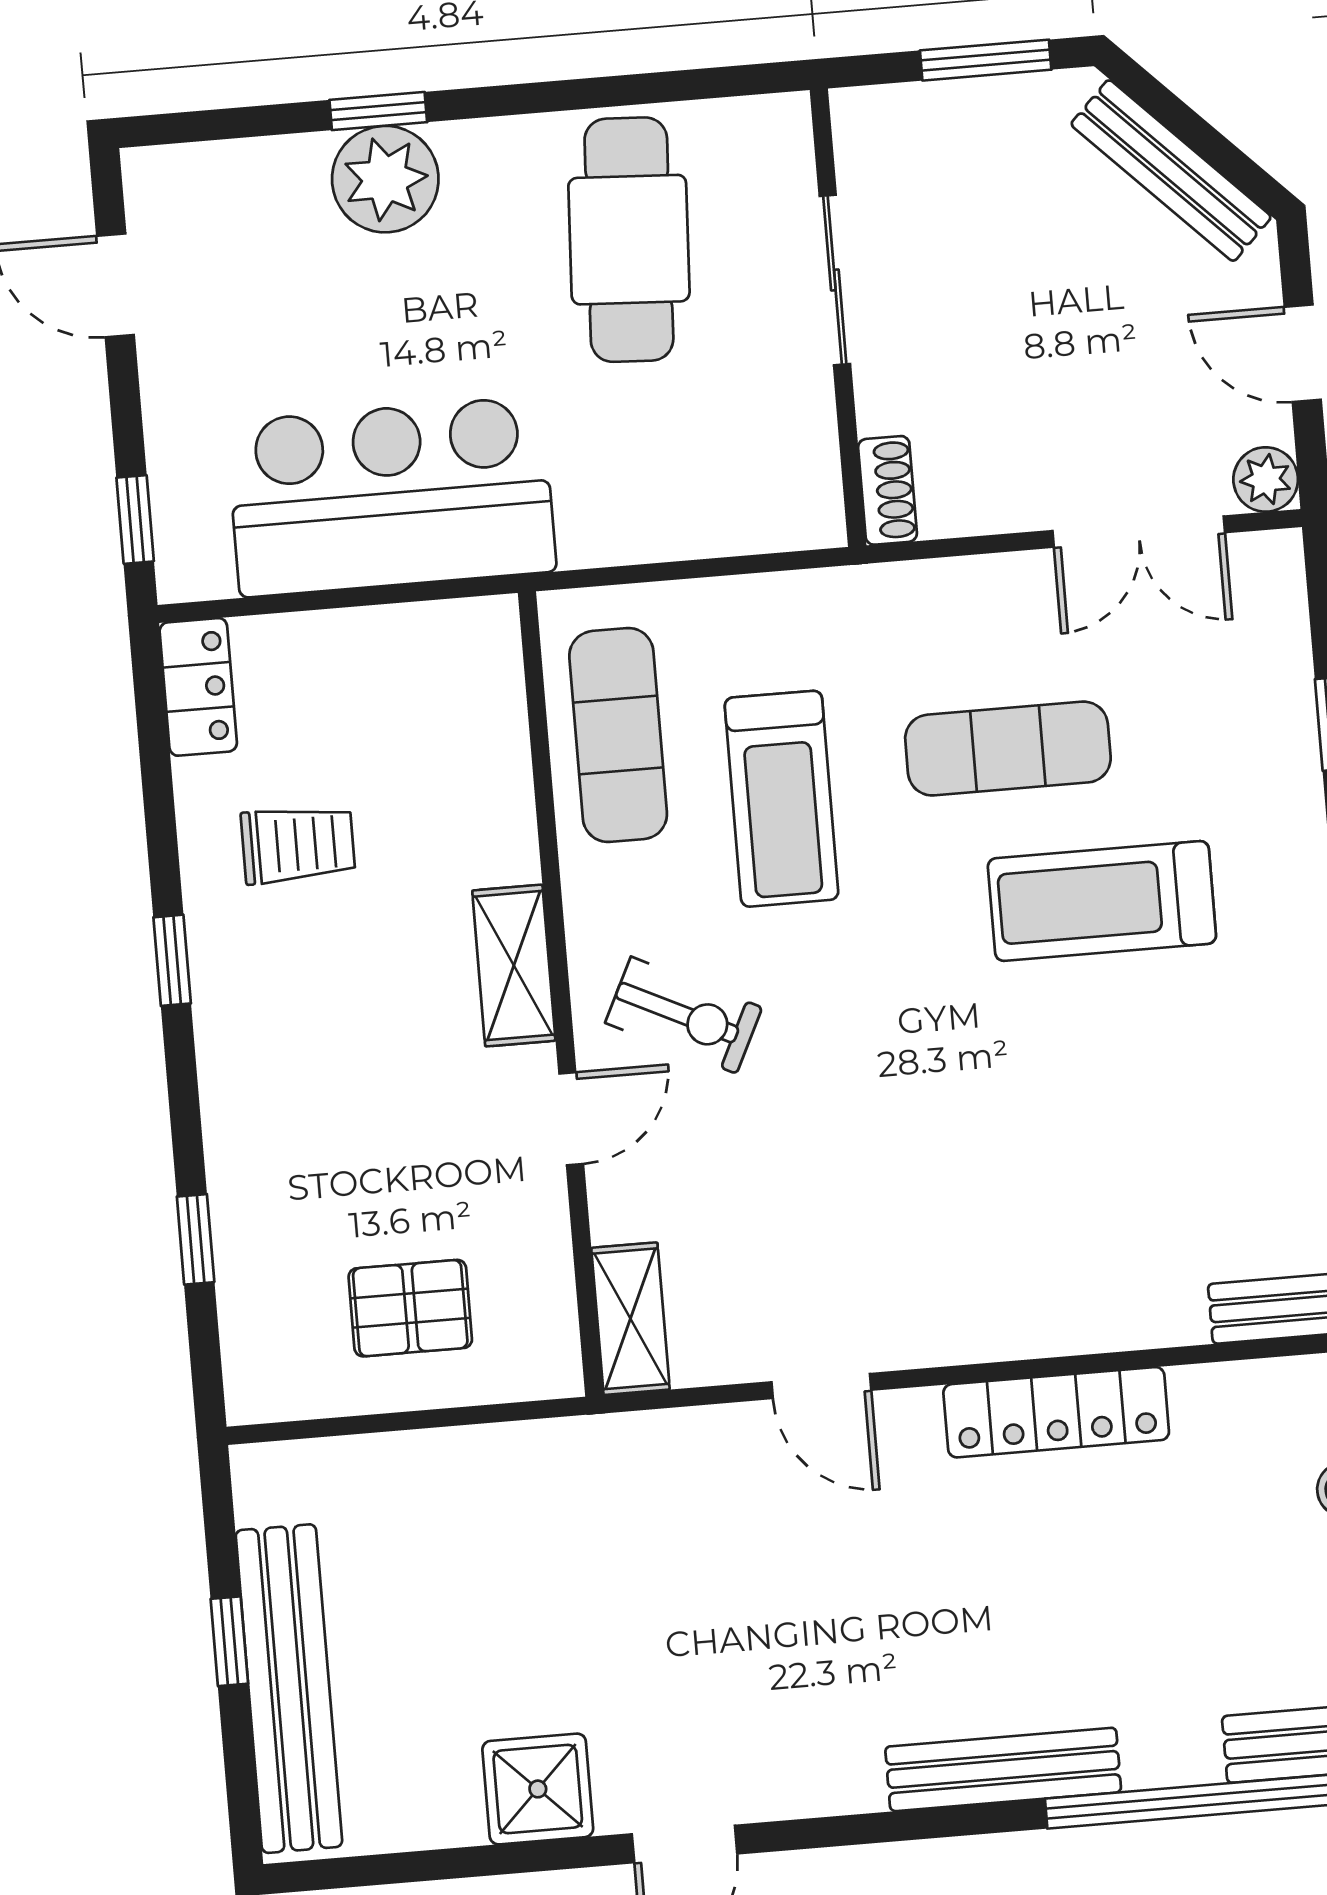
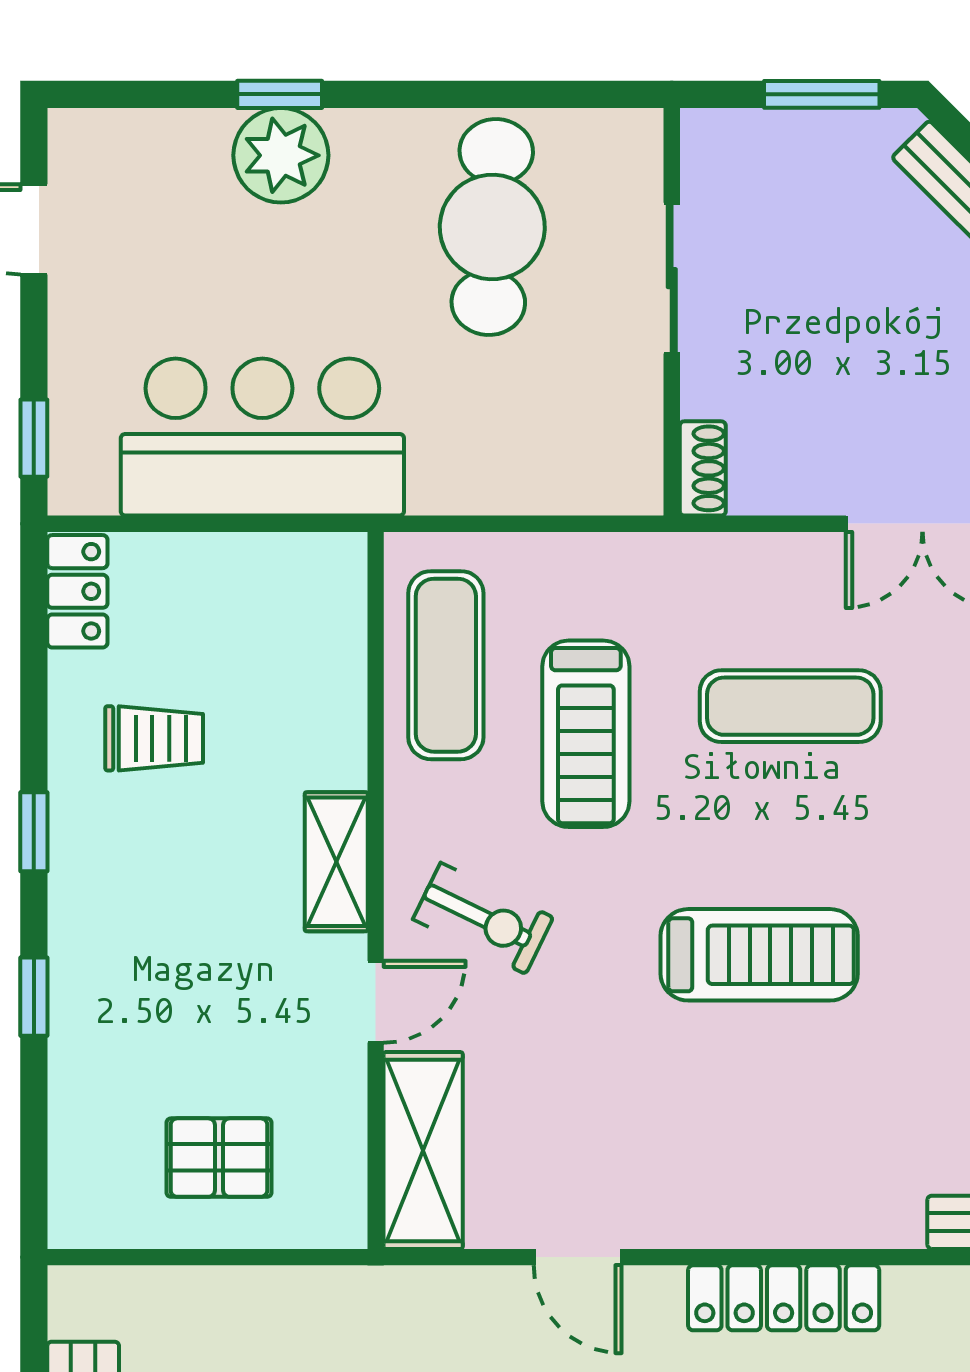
treadmill: (1102, 901) -> (759, 955), moved, turned 180
window: (196, 1239) -> (34, 997), moved
shelving: (630, 1319) -> (423, 1150), width x1.50, depth x1.33

